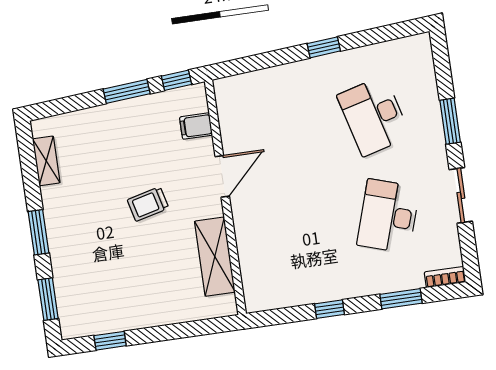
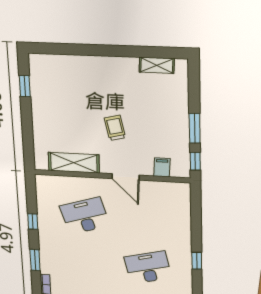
window: (324, 47) -> (197, 261), moved
desk: (388, 216) -> (85, 216), moved, turned -36
window: (38, 232) -> (106, 51), removed
window: (48, 299) -> (58, 49), removed

